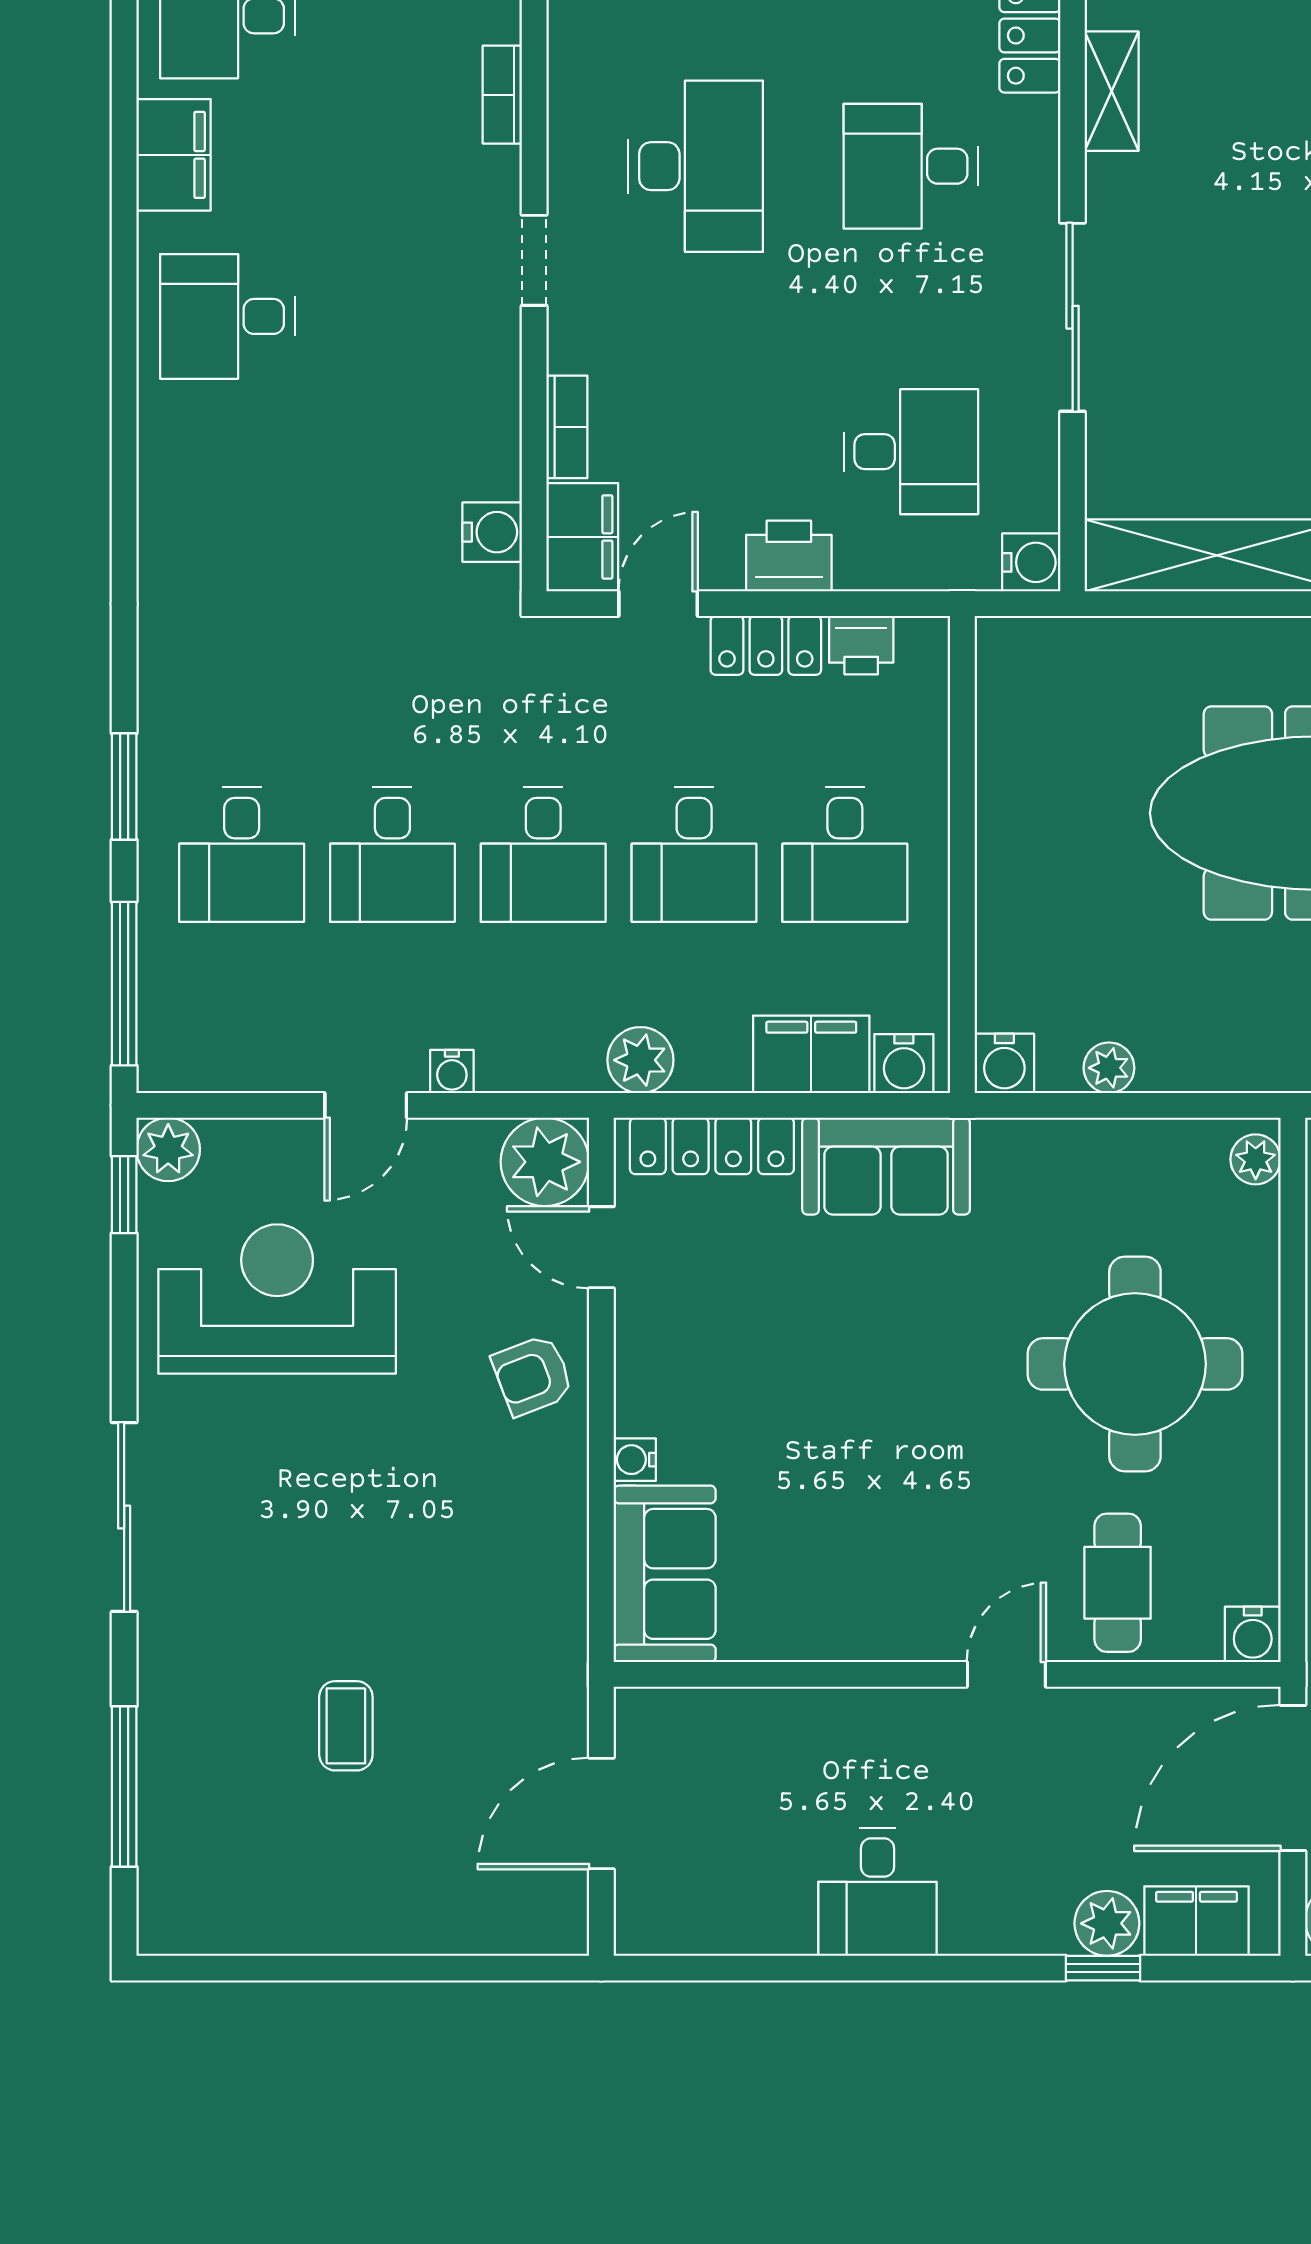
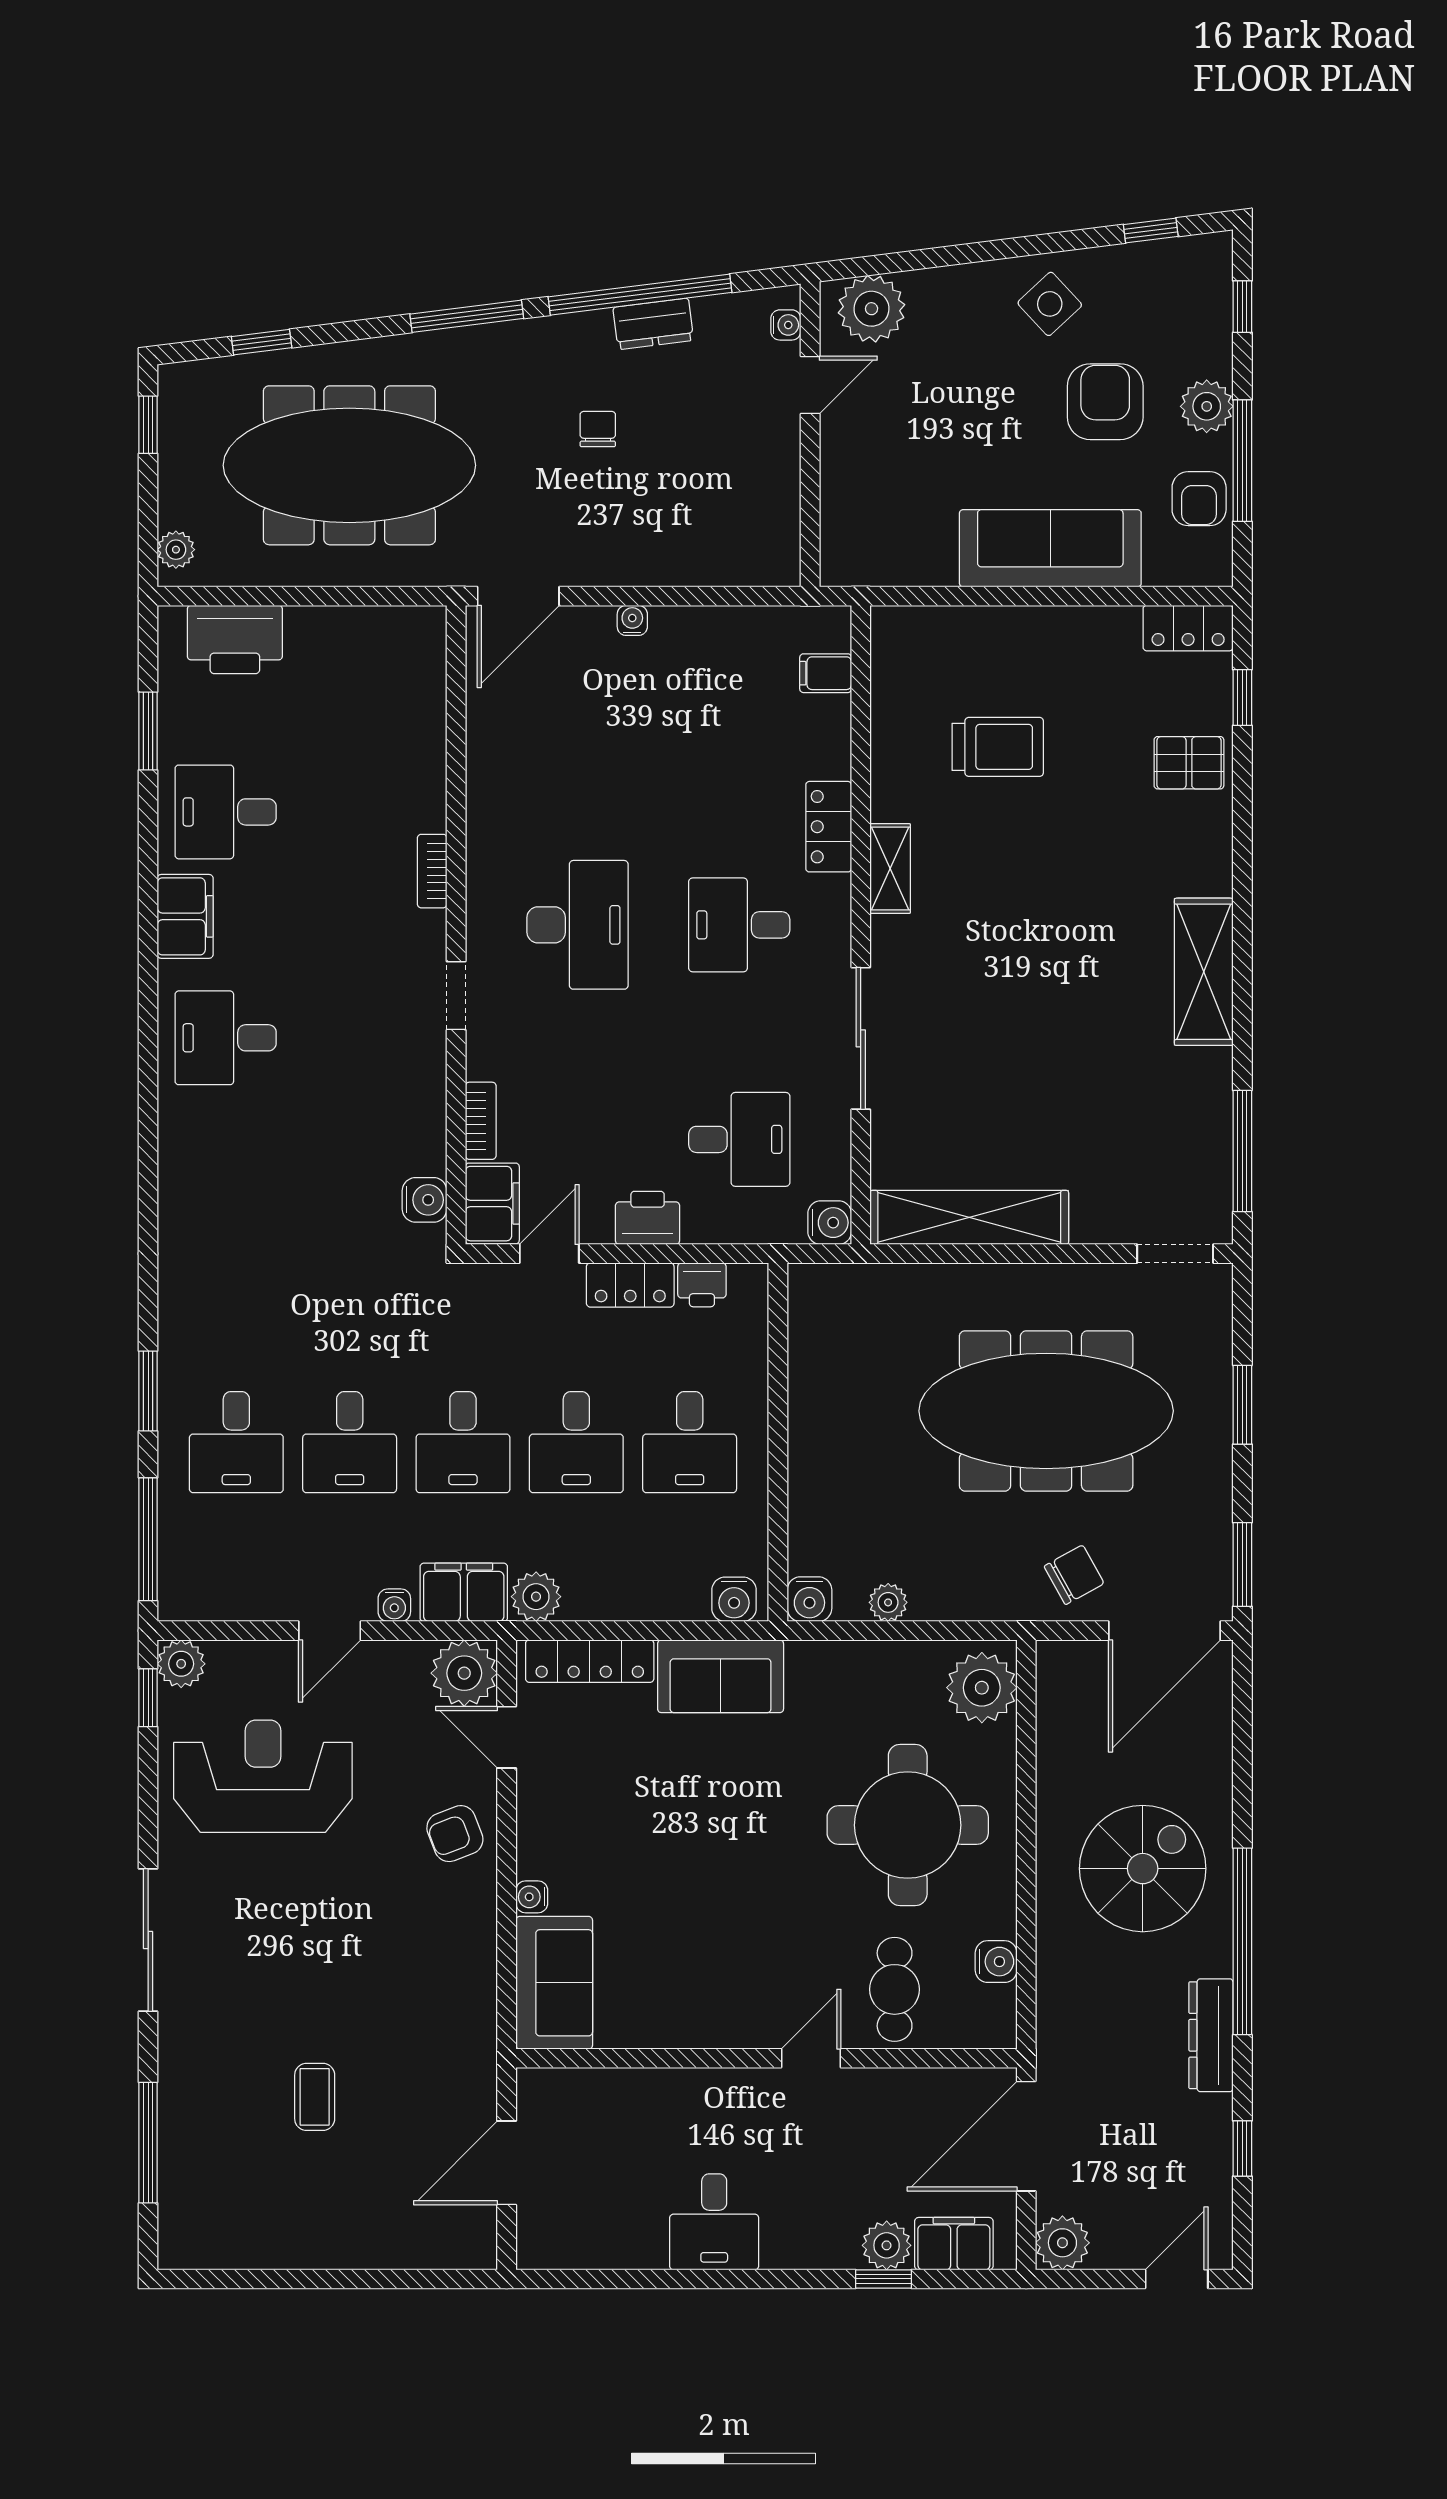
filing cabinet: (811, 1054) -> (464, 1592), moved
plant: (1256, 1159) -> (982, 1688), width x1.87, depth x1.87
water cooler: (1253, 1634) -> (996, 1962), moved, turned -90

